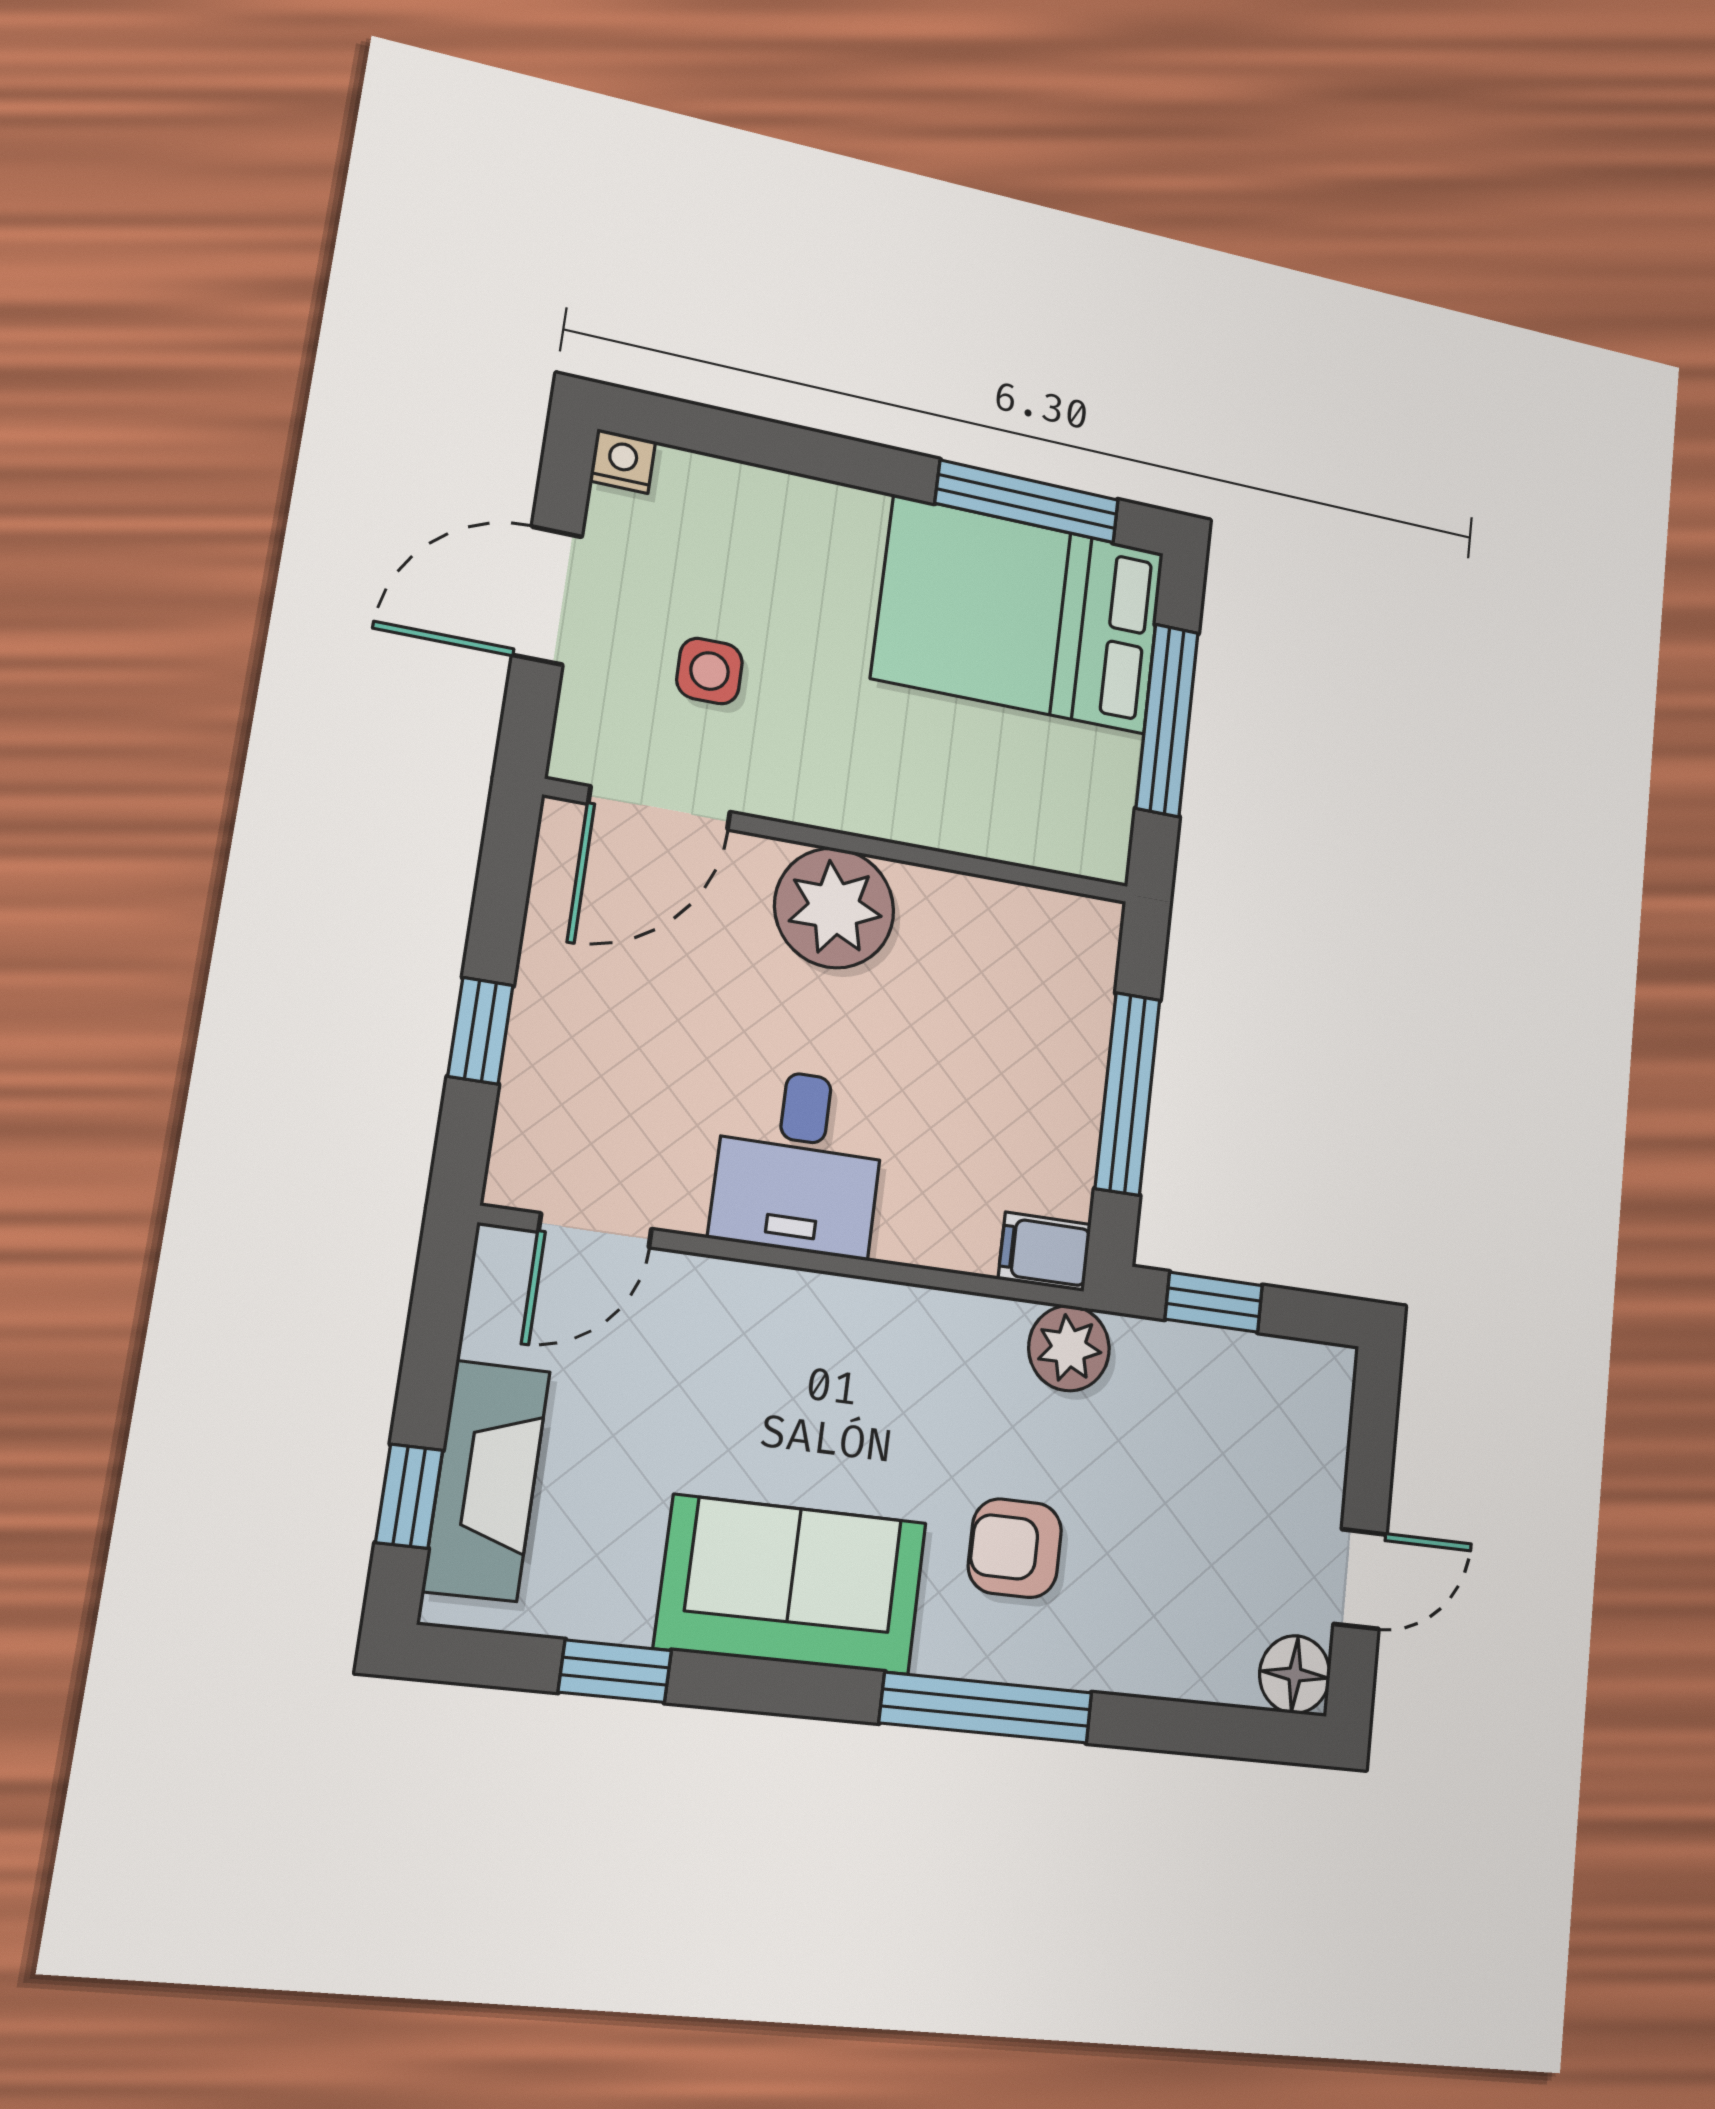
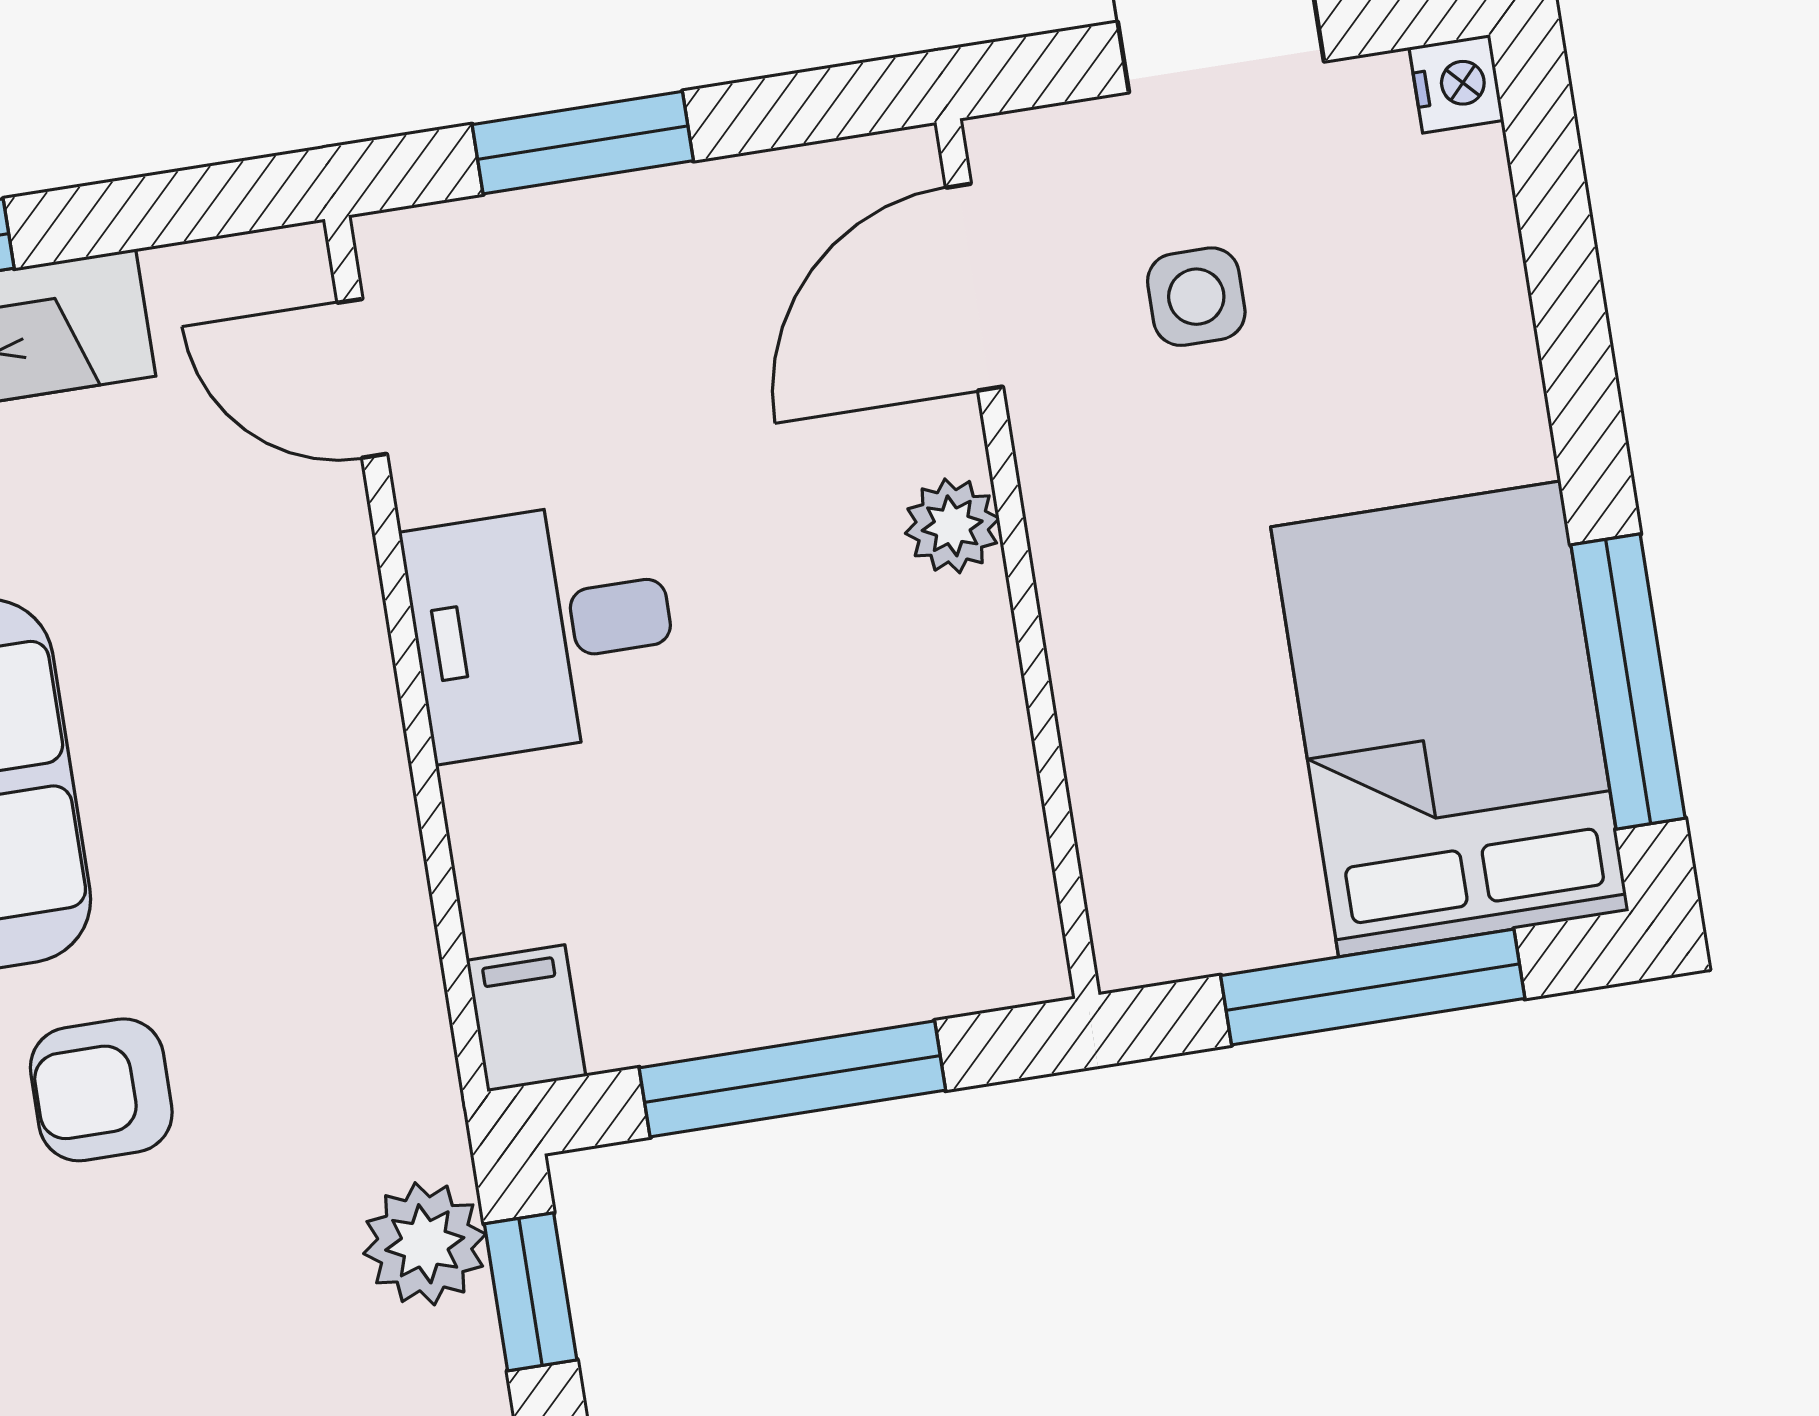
door: (660, 808) -> (974, 287), hinge flipped
plant: (834, 908) -> (952, 526), width x0.53, depth x0.53
window: (480, 1031) -> (583, 143), width x1.50
plant: (1069, 1348) -> (425, 1244), moved
armchair: (1015, 1548) -> (101, 1090), turned -90

